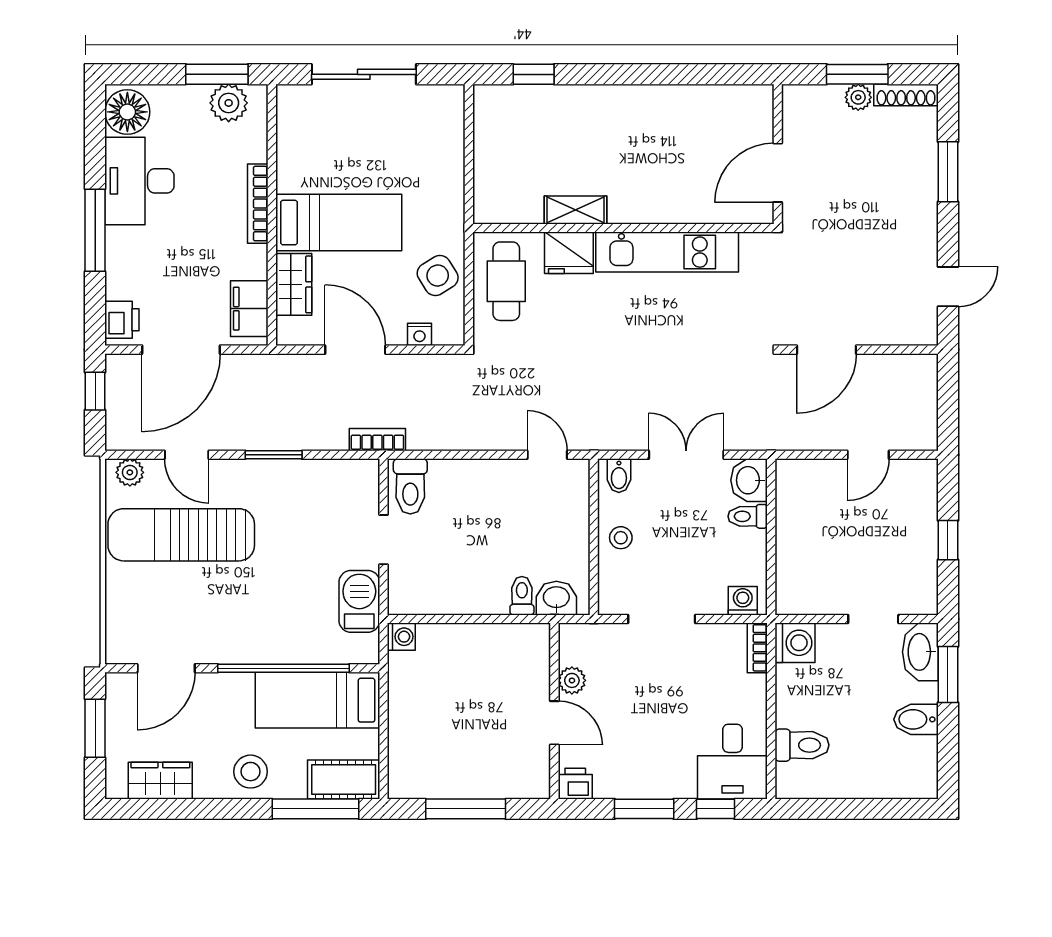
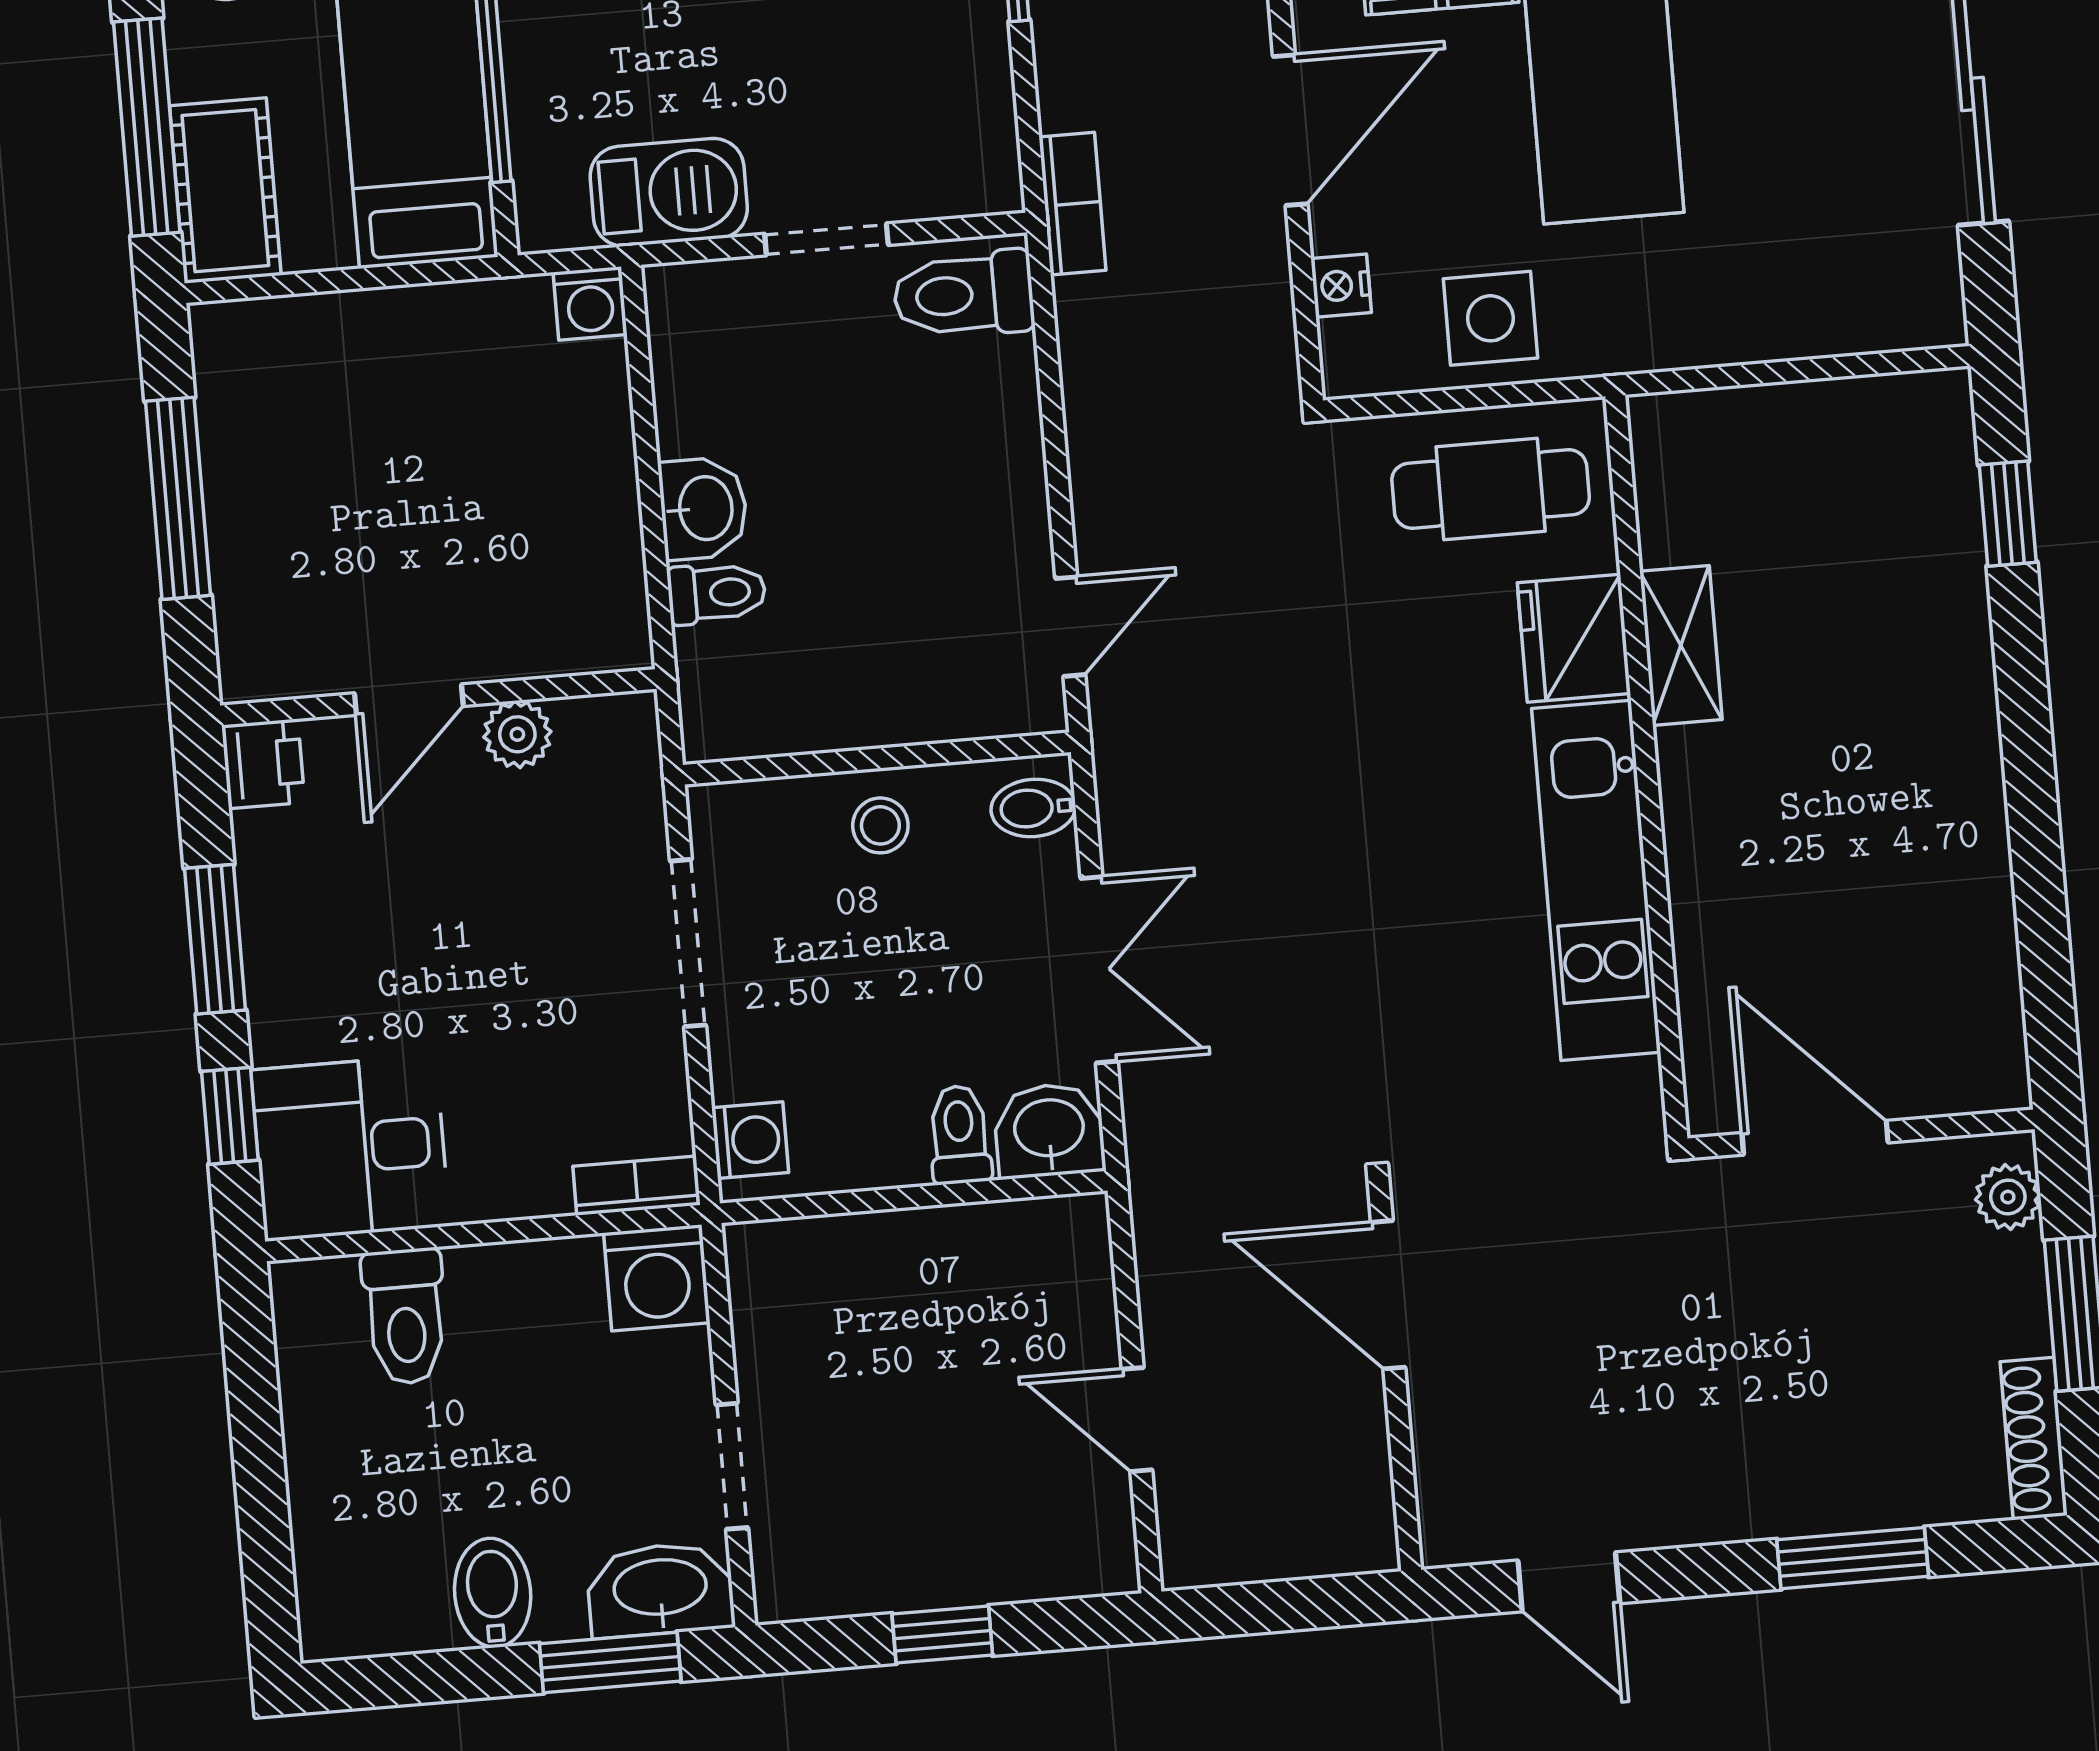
plant: (858, 97) -> (2008, 1197), moved
side table: (438, 276) -> (1490, 318), turned 32
washbasin: (556, 598) -> (703, 508), moved

